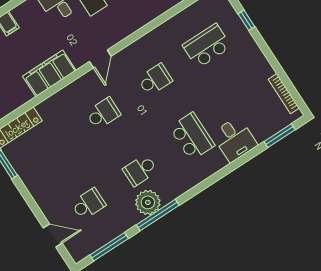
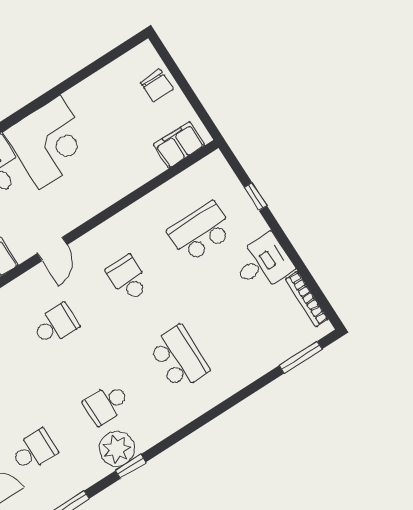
school desk: (155, 80) -> (128, 278), turned -90
desk: (235, 139) -> (263, 263), moved, turned -90
window: (158, 215) -> (131, 466), width x0.46

